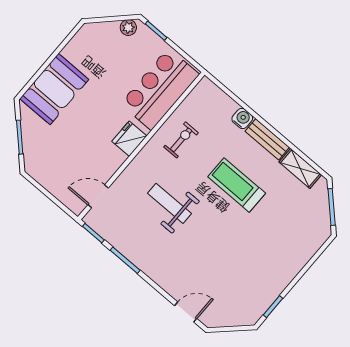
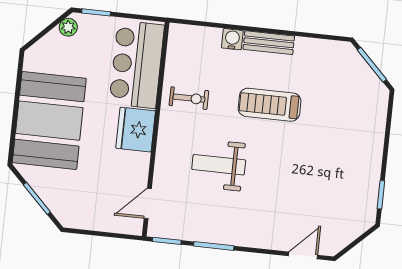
booth: (54, 89) -> (49, 121), width x1.36, depth x1.42
fridge: (129, 139) -> (136, 130), width x1.36, depth x1.34
exercise bike: (181, 140) -> (189, 98), turned 90
shelving: (300, 168) -> (318, 49), removed

